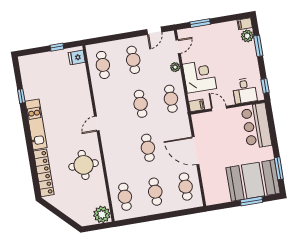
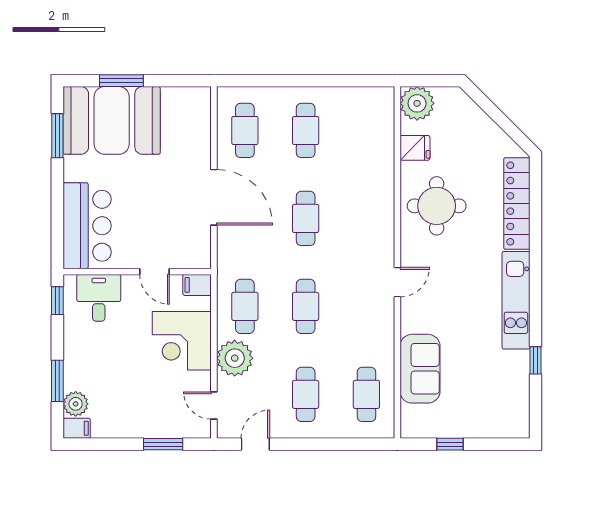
door: (178, 47) -> (214, 406), hinge flipped
fridge: (77, 57) -> (415, 148), moved
plant: (175, 67) -> (235, 358), width x1.88, depth x1.88
sofa: (78, 82) -> (420, 369), added
cafe table: (125, 197) -> (366, 130), removed

